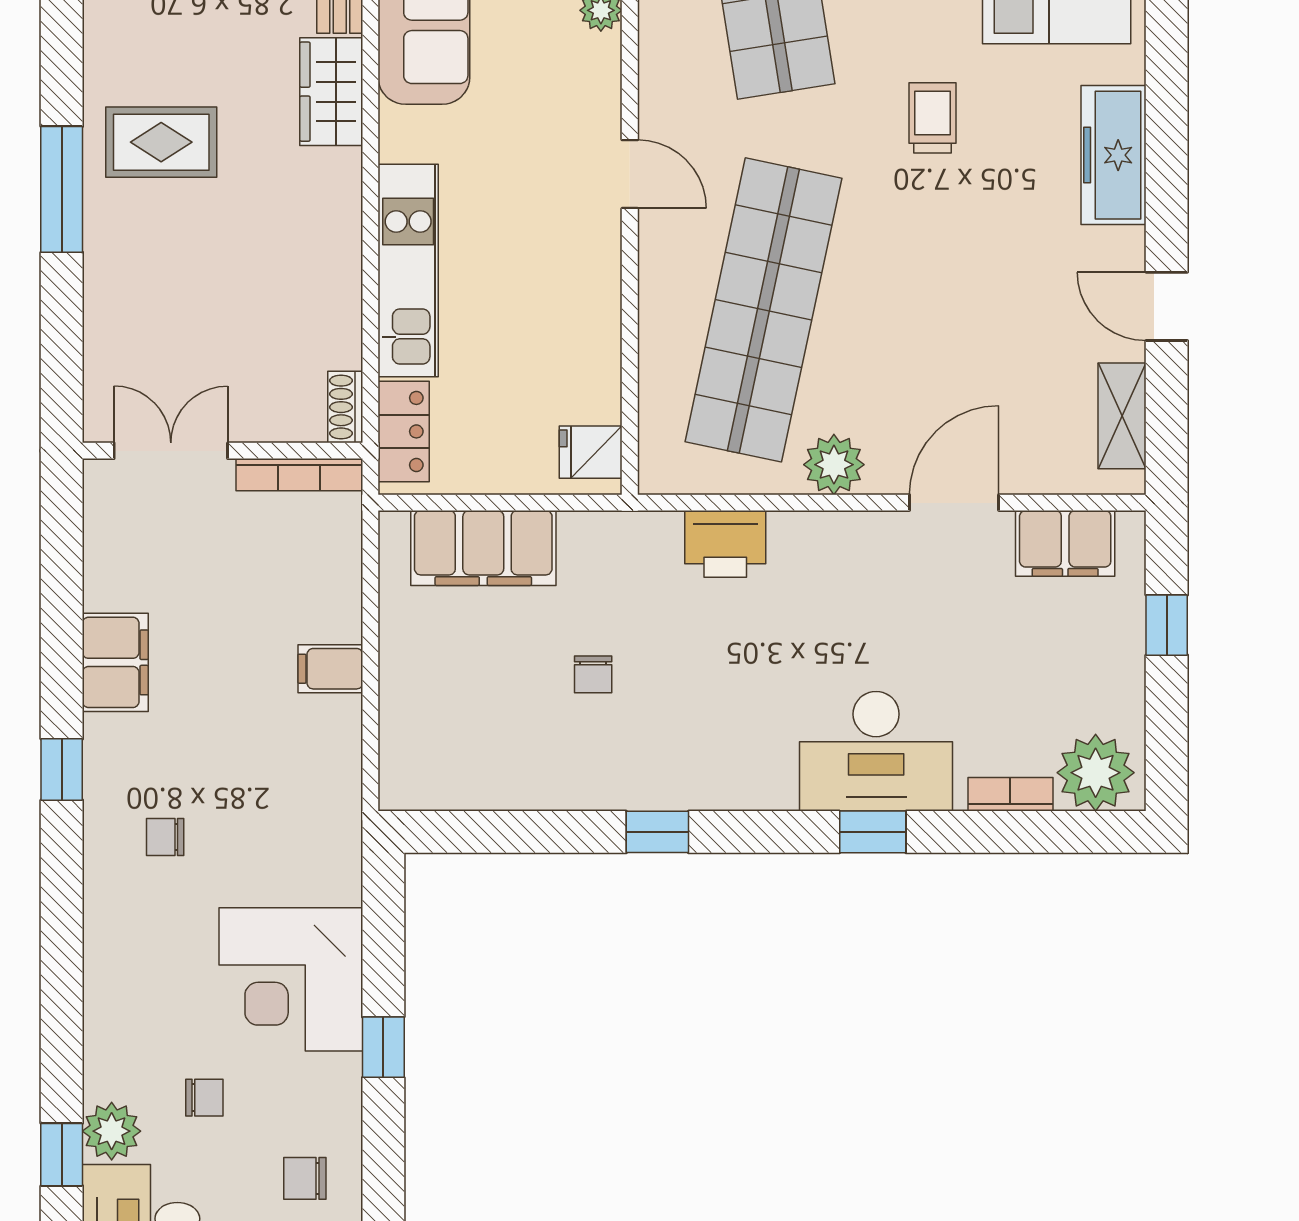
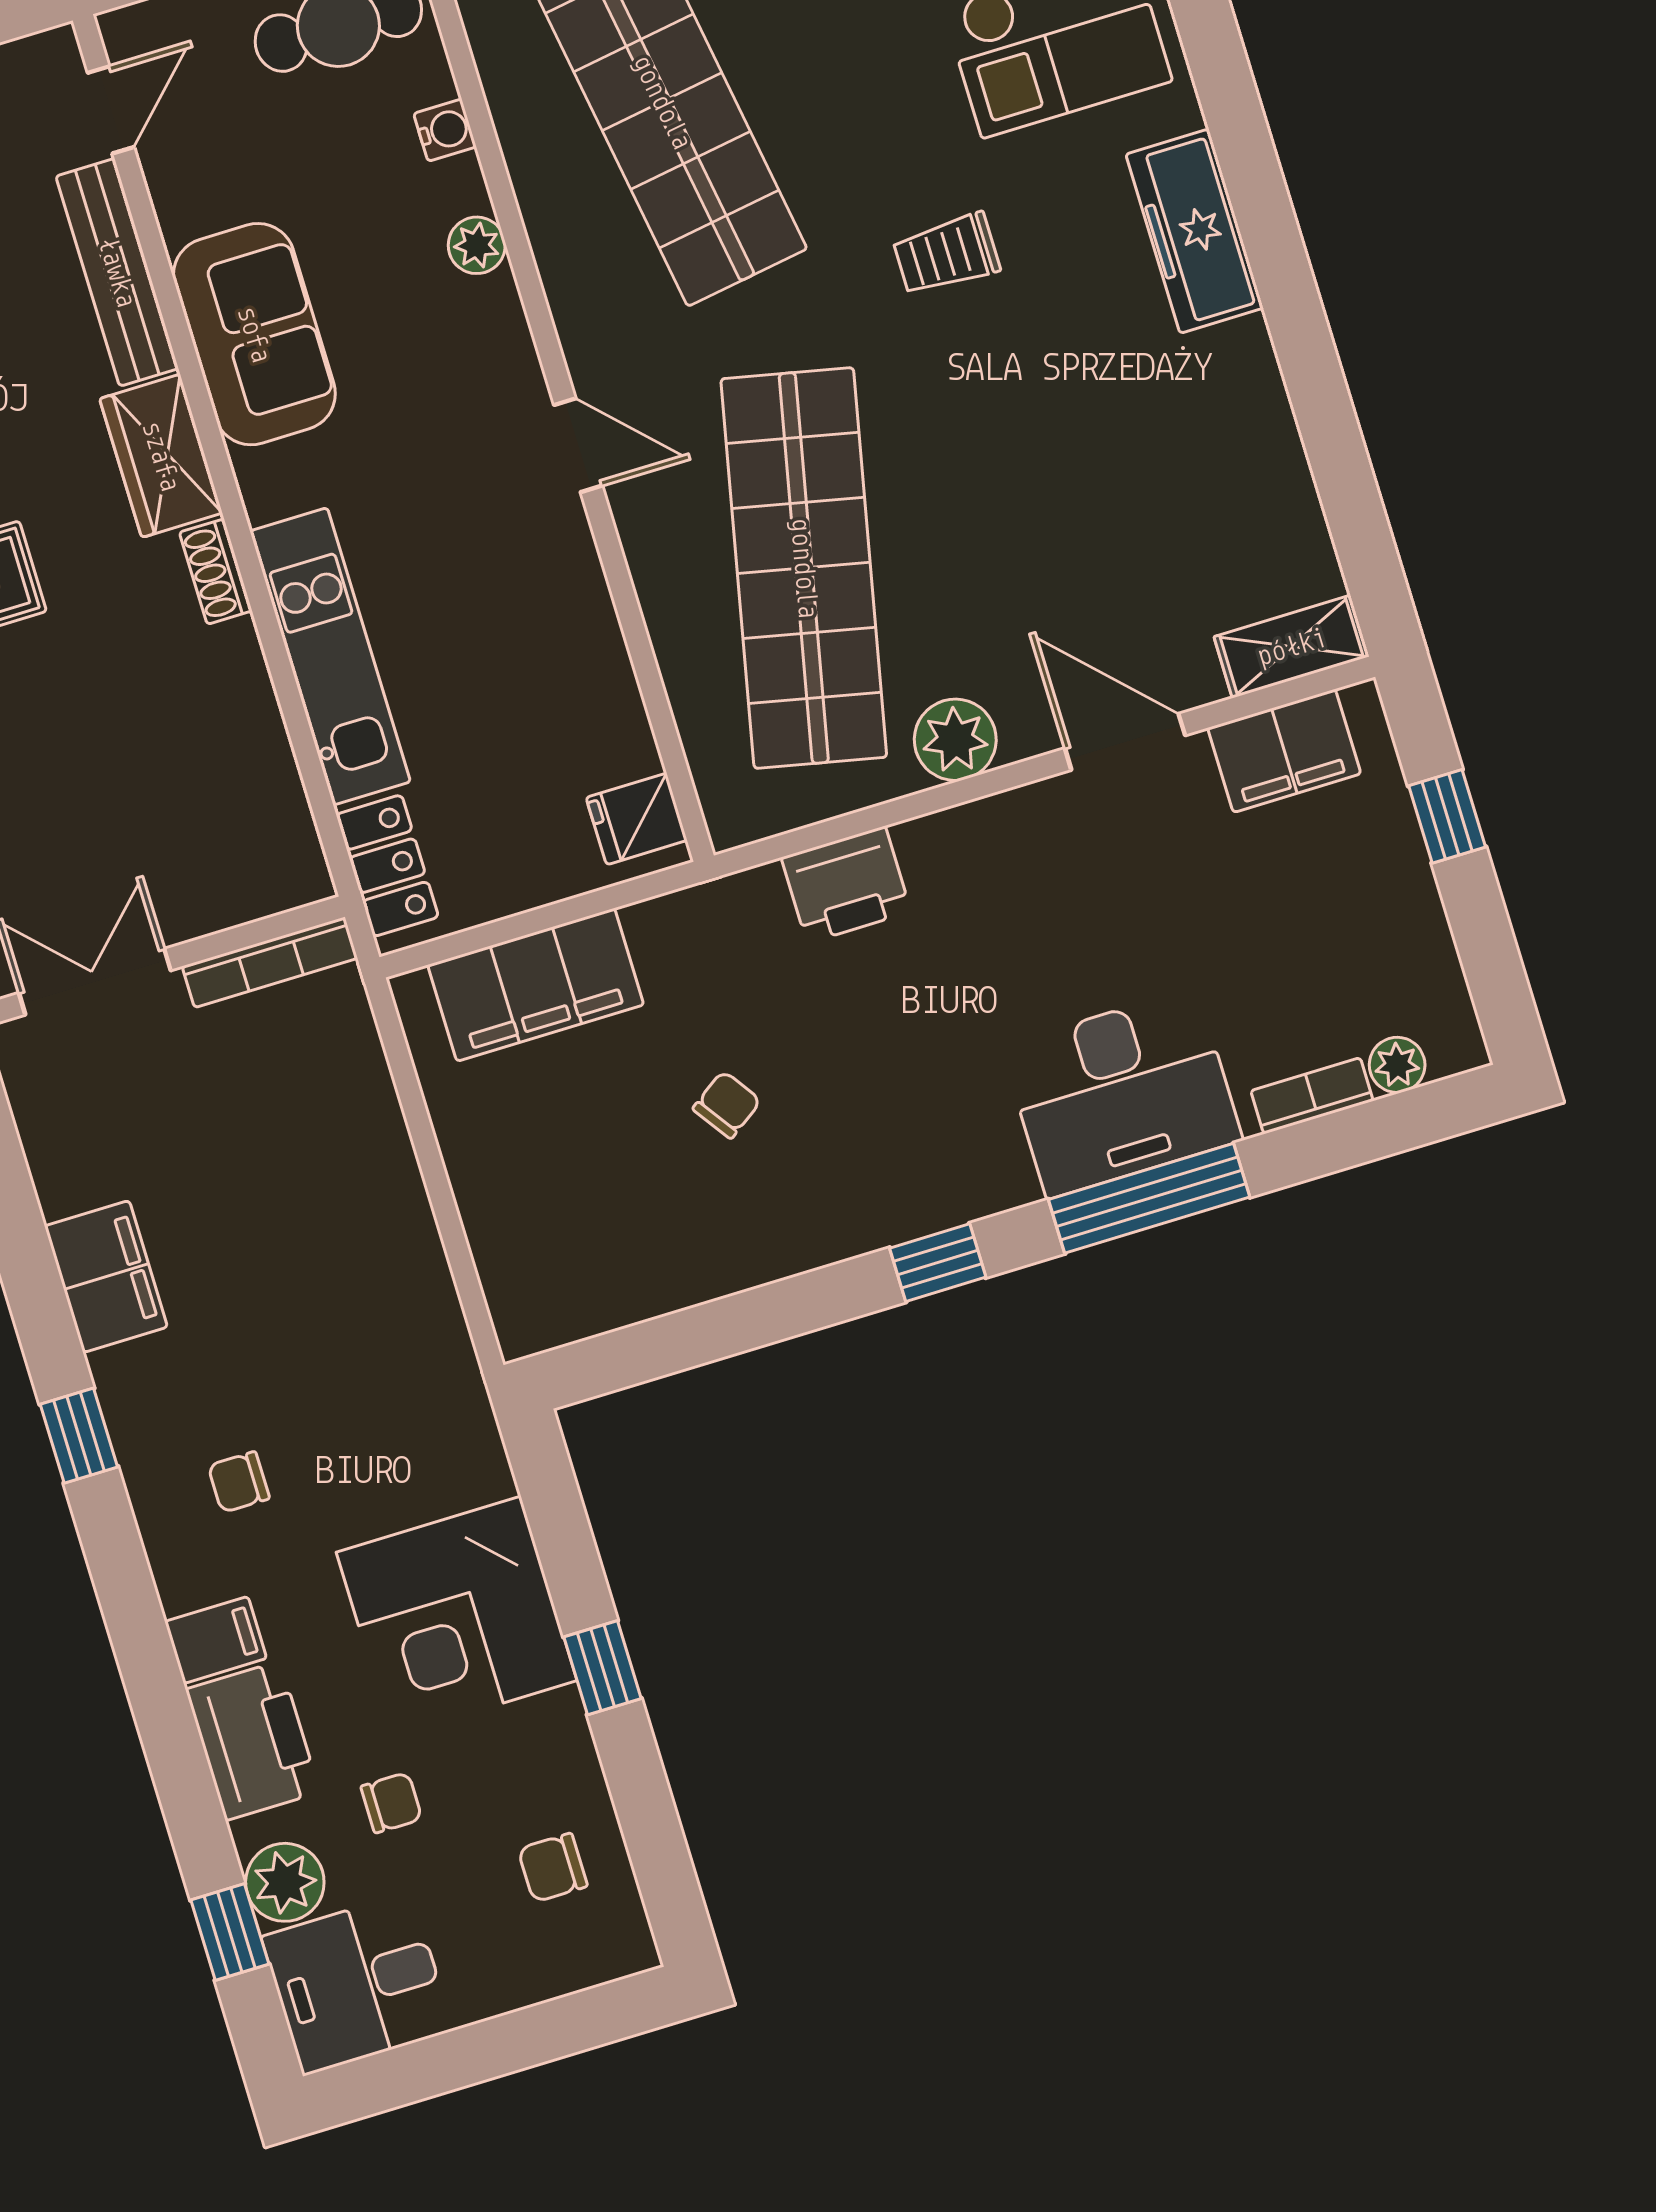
trolley: (932, 118) -> (947, 254), turned -90
door: (1167, 306) -> (1322, 406), removed
shoe rack: (345, 407) -> (216, 572), moved
shelving: (1122, 416) -> (1292, 647), moved, turned 90
door: (954, 503) -> (1125, 742), hinge flipped
filing cabinet: (330, 669) -> (216, 1640), moved, turned 180
chair: (593, 674) -> (727, 1105), turned -125
plant: (1096, 773) -> (1397, 1065), width x0.53, depth x0.53
window: (657, 832) -> (938, 1263), moved
window: (873, 832) -> (1149, 1198), width x2.17
printer: (119, 1024) -> (253, 1741), added

